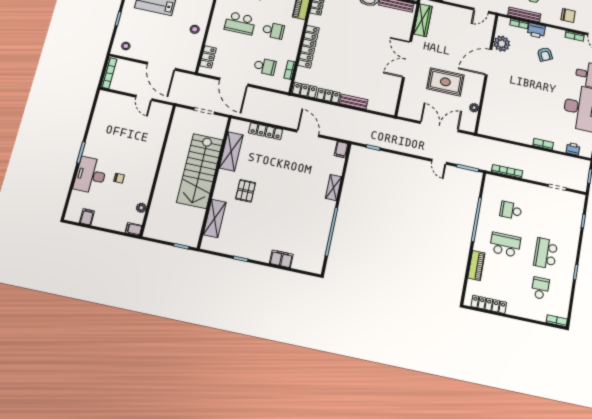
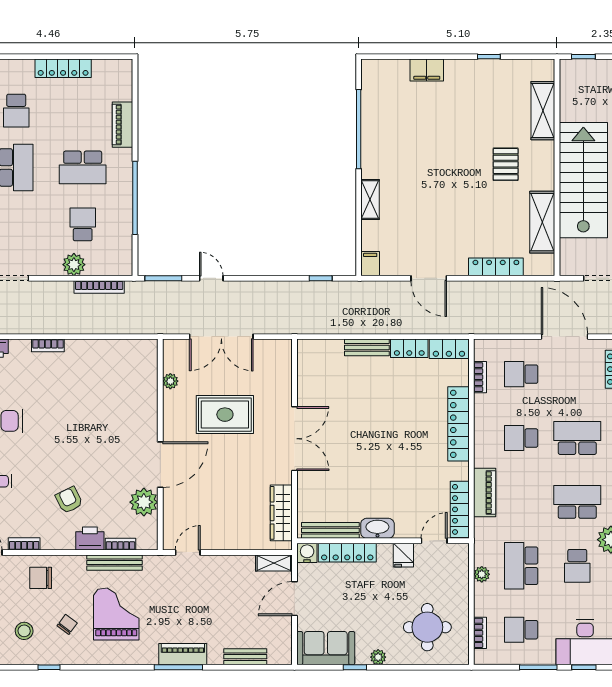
plant: (520, 188) -> (74, 265), added
school desk: (511, 210) -> (83, 224), turned -90
locker: (489, 304) -> (63, 68), moved

